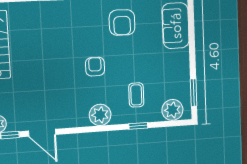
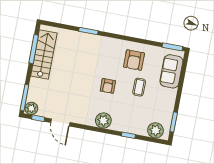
armchair: (95, 67) -> (108, 86), turned 180
coffee table: (136, 95) -> (139, 87), moved

